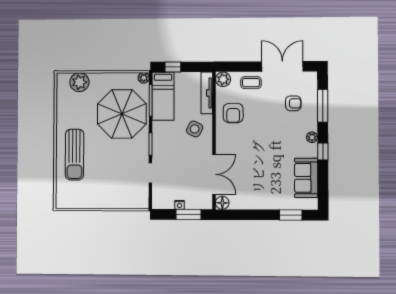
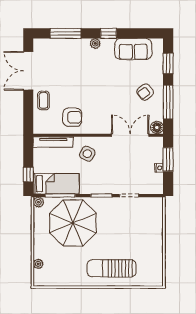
plant: (223, 79) -> (40, 127), removed
plant: (79, 82) -> (38, 264), width x0.53, depth x0.53
armchair: (293, 103) -> (145, 92), moved, turned -128
sun lounger: (75, 155) -> (112, 268), turned 180
window: (249, 215) -> (168, 102), added

